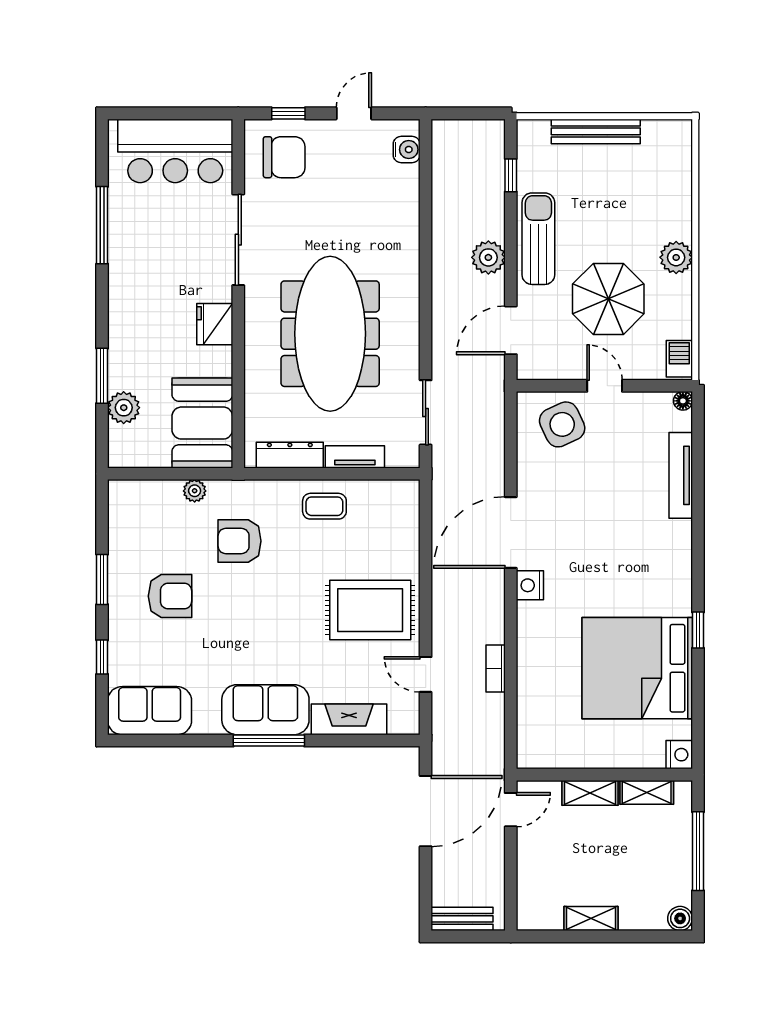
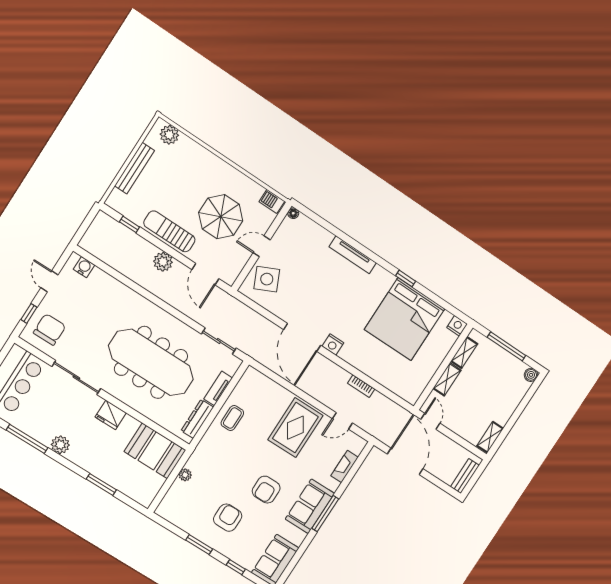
plant: (676, 257) -> (169, 135), moved
plant: (124, 408) -> (60, 445), moved
tv unit: (681, 475) -> (353, 255), moved
armchair: (240, 541) -> (266, 490), moved
fireplace: (349, 719) -> (345, 466), width x0.73, depth x0.76
shelving: (591, 919) -> (490, 437), moved

